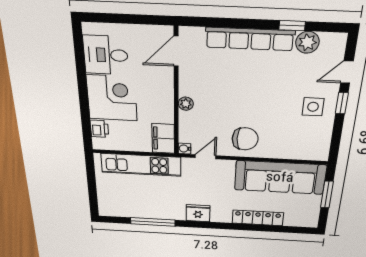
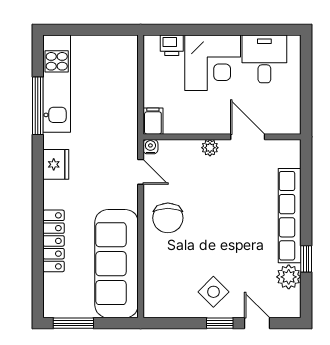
door: (176, 51) -> (248, 137), moved
side table: (313, 107) -> (213, 292), turned 45
filing cabinet: (163, 138) -> (153, 121), width x0.50
kitchen unit: (141, 165) -> (57, 84), moved, turned 180
window: (327, 195) -> (73, 323), moved

